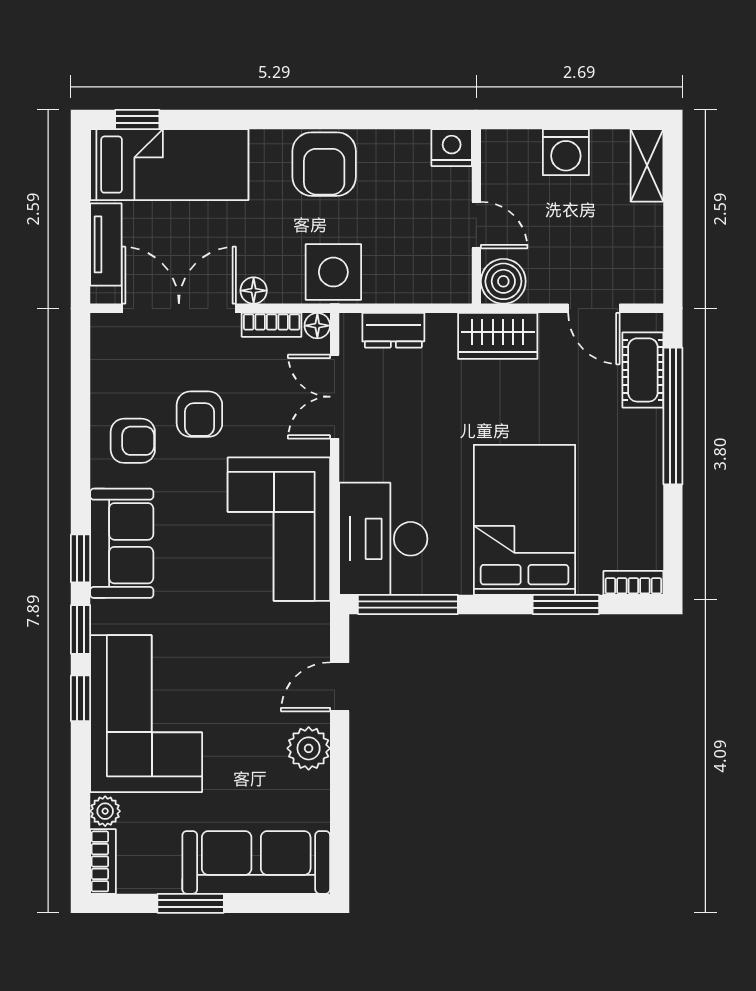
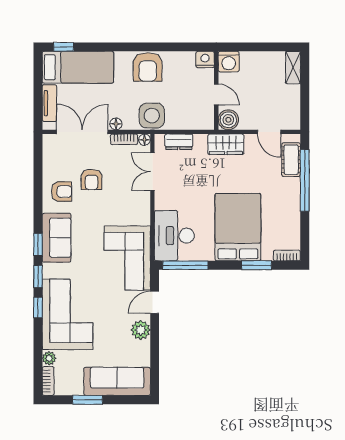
washing machine: (566, 152) -> (229, 62), moved
corner sofa: (279, 529) -> (127, 258), moved

